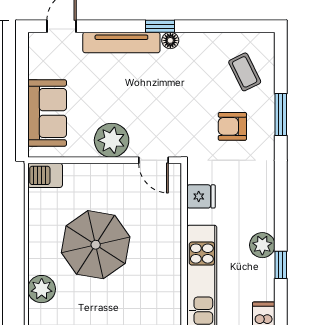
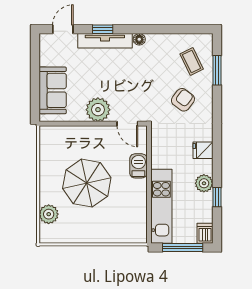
window: (160, 26) -> (103, 29), moved
window: (281, 114) -> (217, 70), moved
armchair: (232, 126) -> (183, 100), turned 127
barbecue: (45, 175) -> (138, 166), moved, turned 90
fridge: (201, 196) -> (203, 150), moved, turned 180

